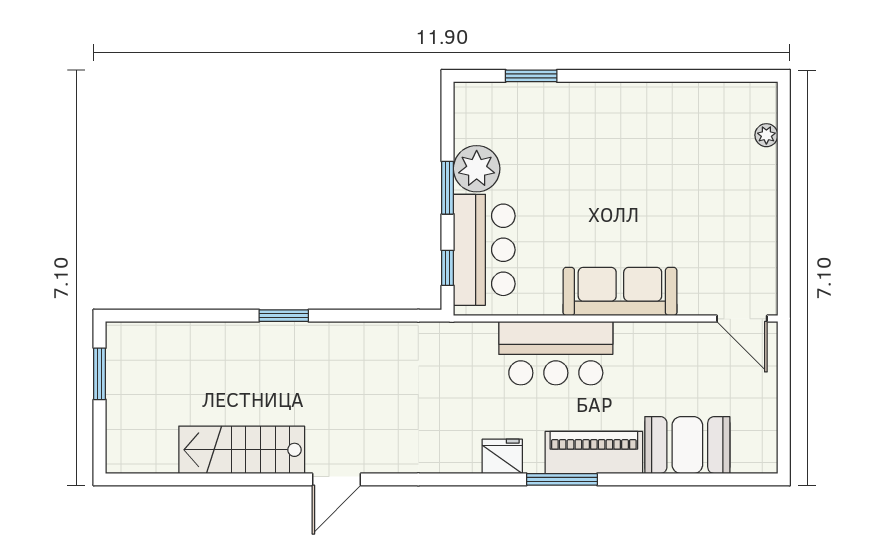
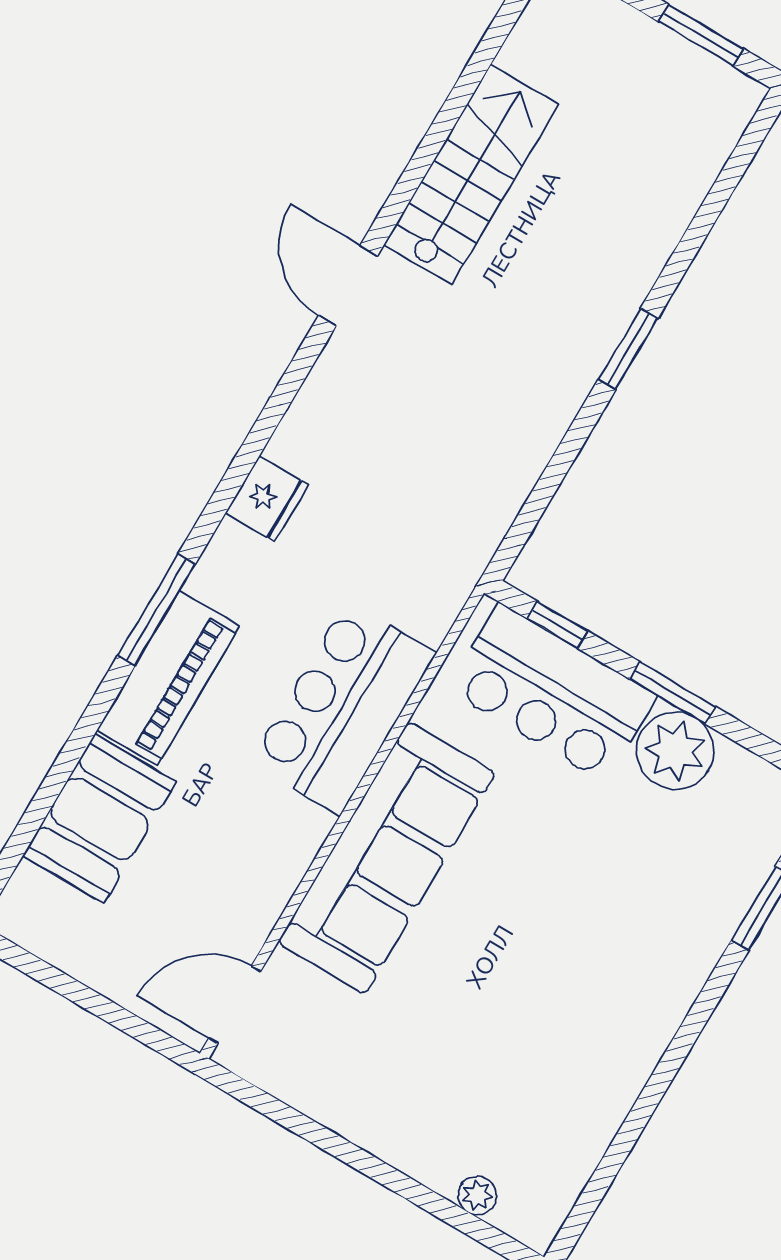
sofa: (620, 291) -> (387, 858), width x1.36, depth x1.27
fridge: (502, 456) -> (267, 499), moved

